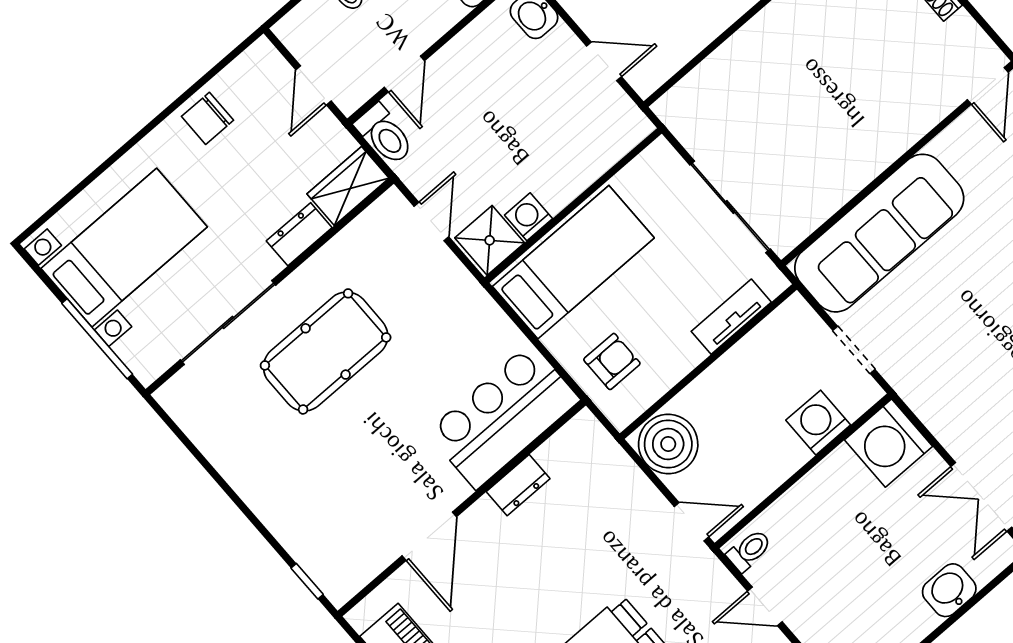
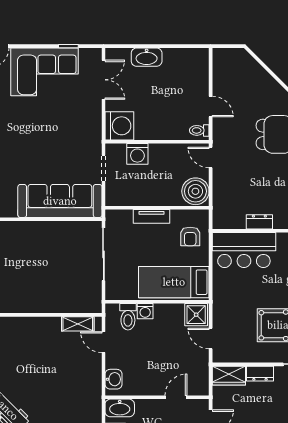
shelving: (673, 55) -> (78, 324), added
toilet: (385, 135) -> (128, 317), moved, turned 180
washing machine: (528, 217) -> (145, 311), moved
door: (431, 221) -> (211, 339), hinge flipped
tv unit: (731, 317) -> (152, 216), moved
armchair: (612, 361) -> (190, 236), turned -90
washbasin: (949, 590) -> (147, 57), width x1.38

